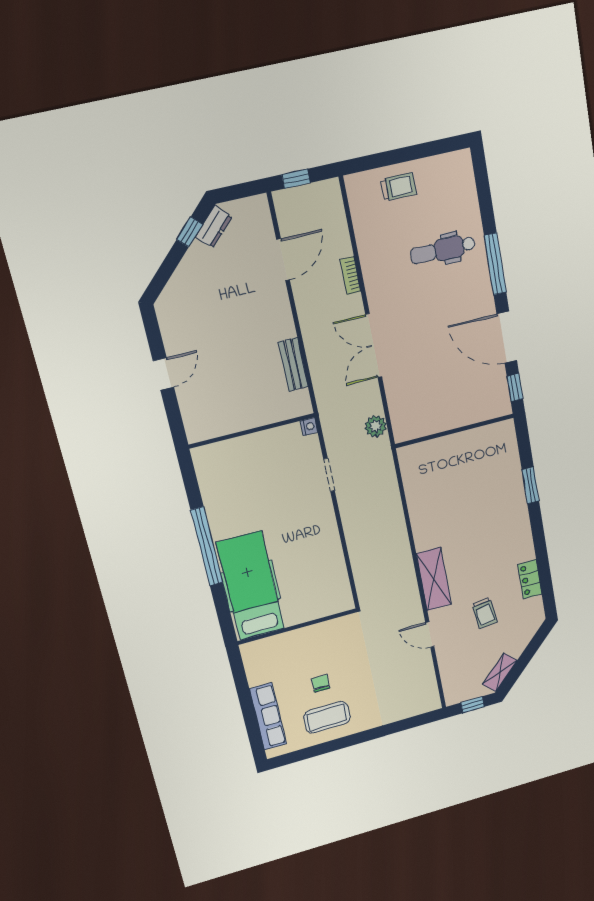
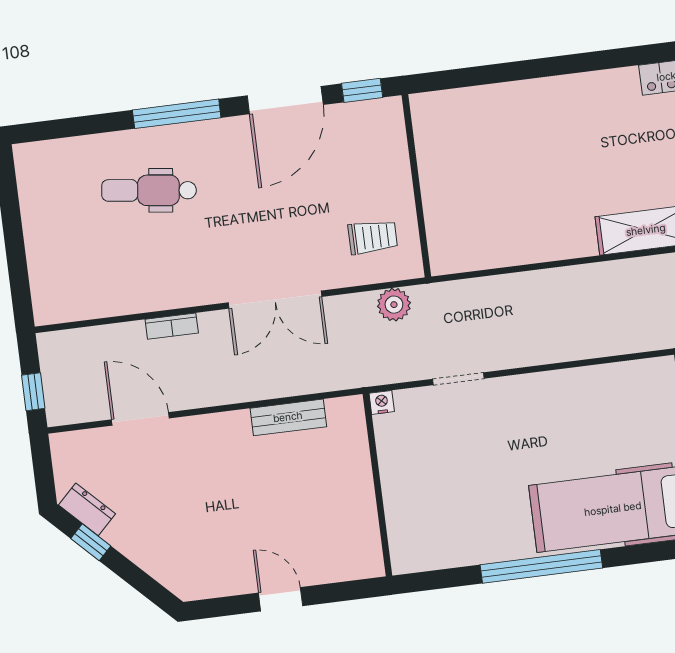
trolley: (399, 187) -> (373, 237), moved, turned 90
dental chair: (443, 250) -> (149, 190), turned 97
window: (530, 485) -> (517, 71), removed

